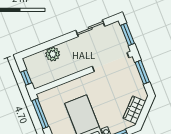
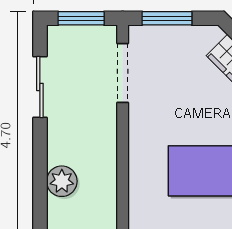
doorway: (111, 62) -> (123, 73), width x0.73

